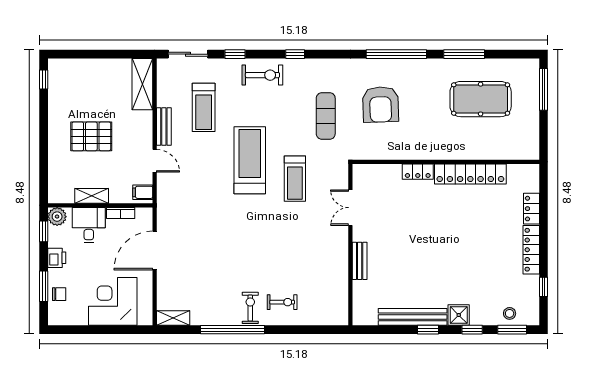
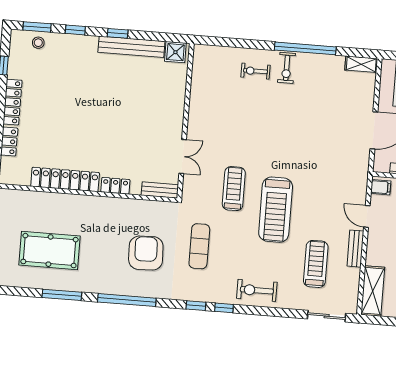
window: (235, 54) -> (196, 306), moved
bench: (360, 261) -> (160, 190), moved, turned 90
shower: (459, 315) -> (175, 52), moved

